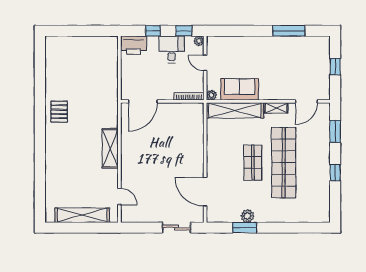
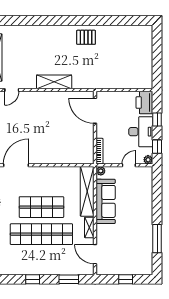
desk: (172, 49) -> (141, 132), width x1.37
sofa: (240, 89) -> (106, 201), width x1.36
shop shelf: (253, 163) -> (41, 207), width x1.43, depth x1.36

